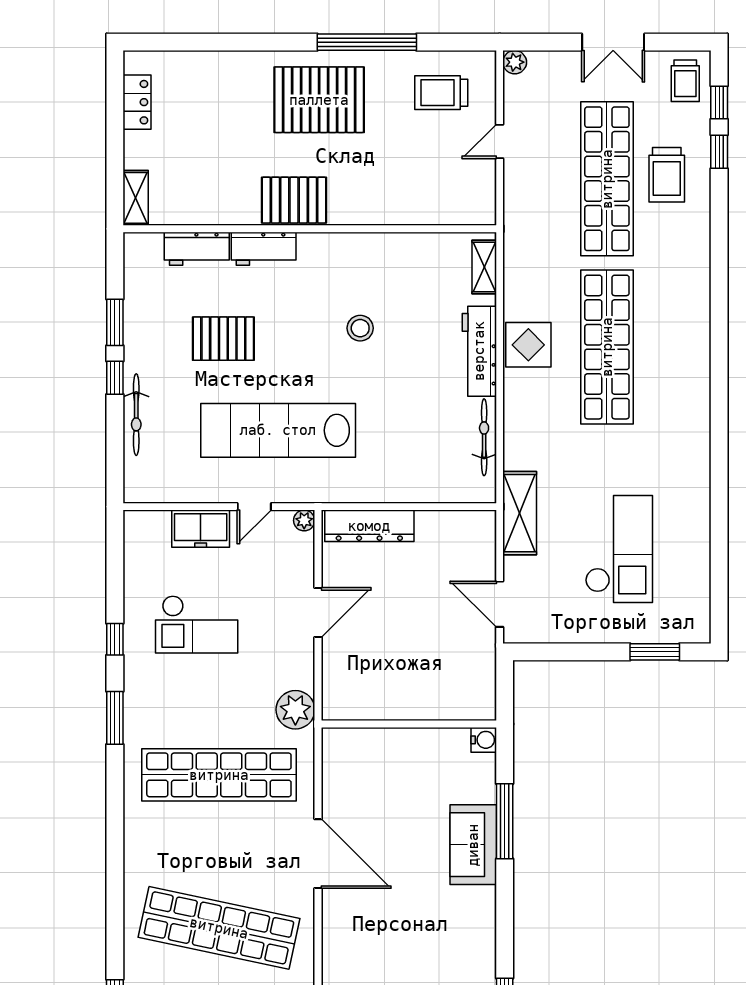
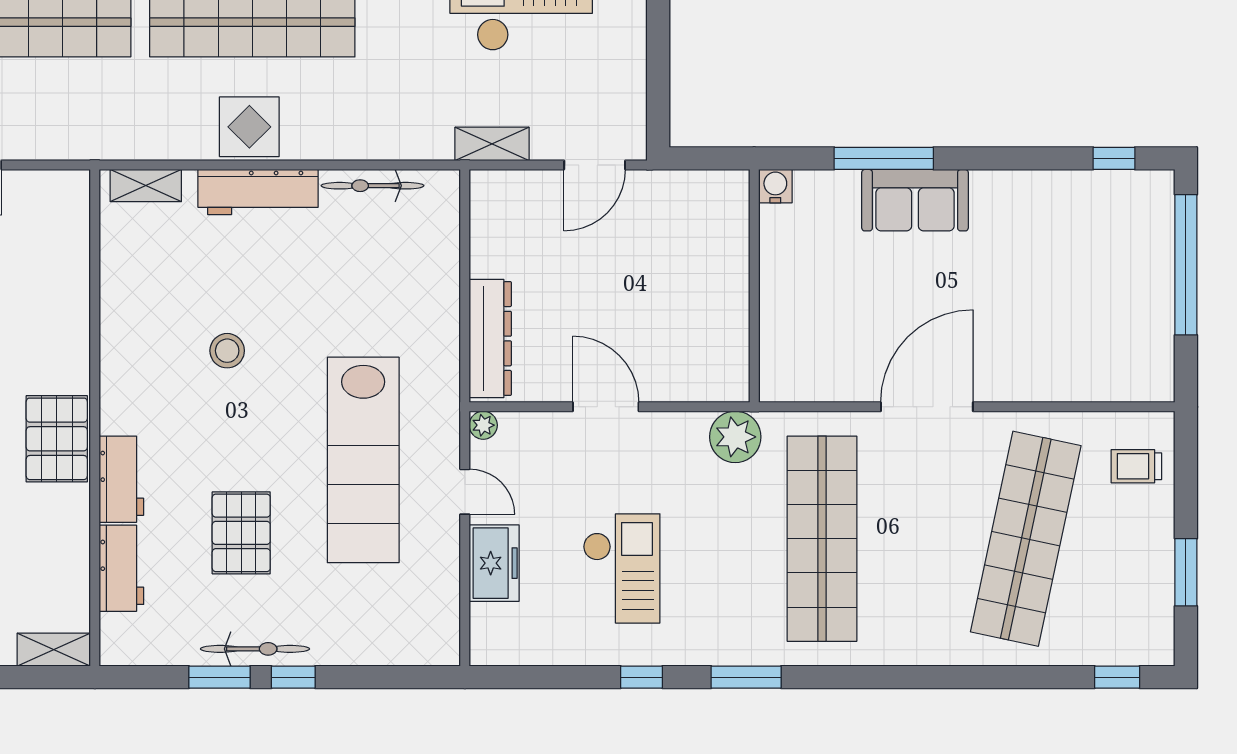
bicycle: (136, 415) -> (255, 649), moved
shelving: (520, 513) -> (492, 144), width x0.67, depth x0.75

